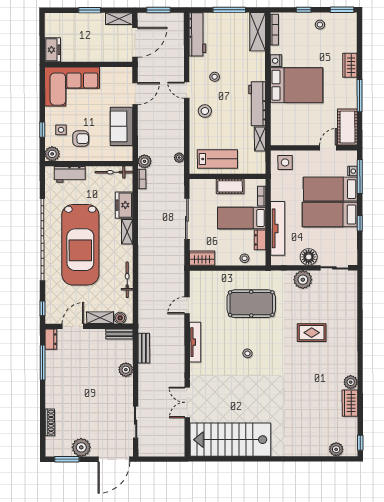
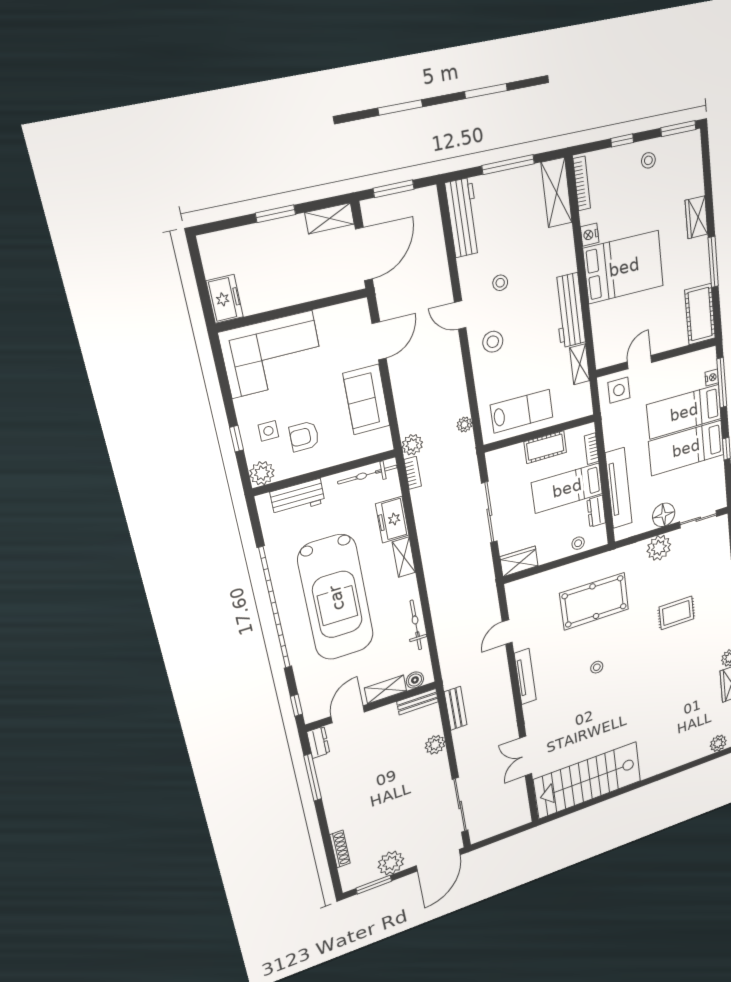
armchair: (81, 139) -> (304, 436), turned 180
door: (328, 148) -> (639, 362), moved
sliding door: (136, 422) -> (460, 805), width x1.37

